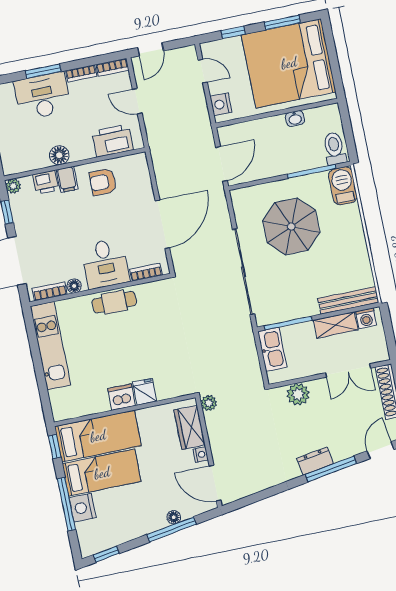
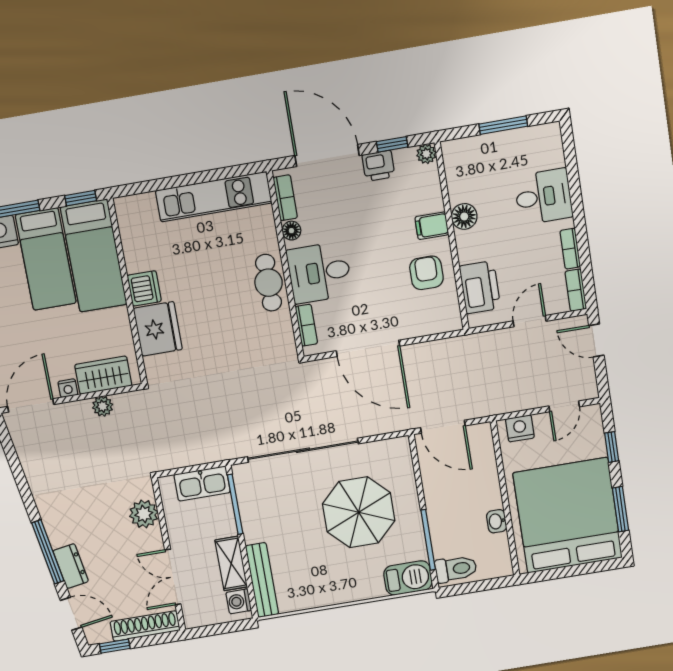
window: (43, 71) -> (576, 199), removed
desk: (42, 96) -> (543, 197), width x0.73
printer: (46, 182) -> (378, 166), moved, turned -90
fridge: (145, 392) -> (158, 329), width x1.88, depth x1.34
plant: (209, 403) -> (103, 406), moved
dresser: (315, 461) -> (71, 566), moved

